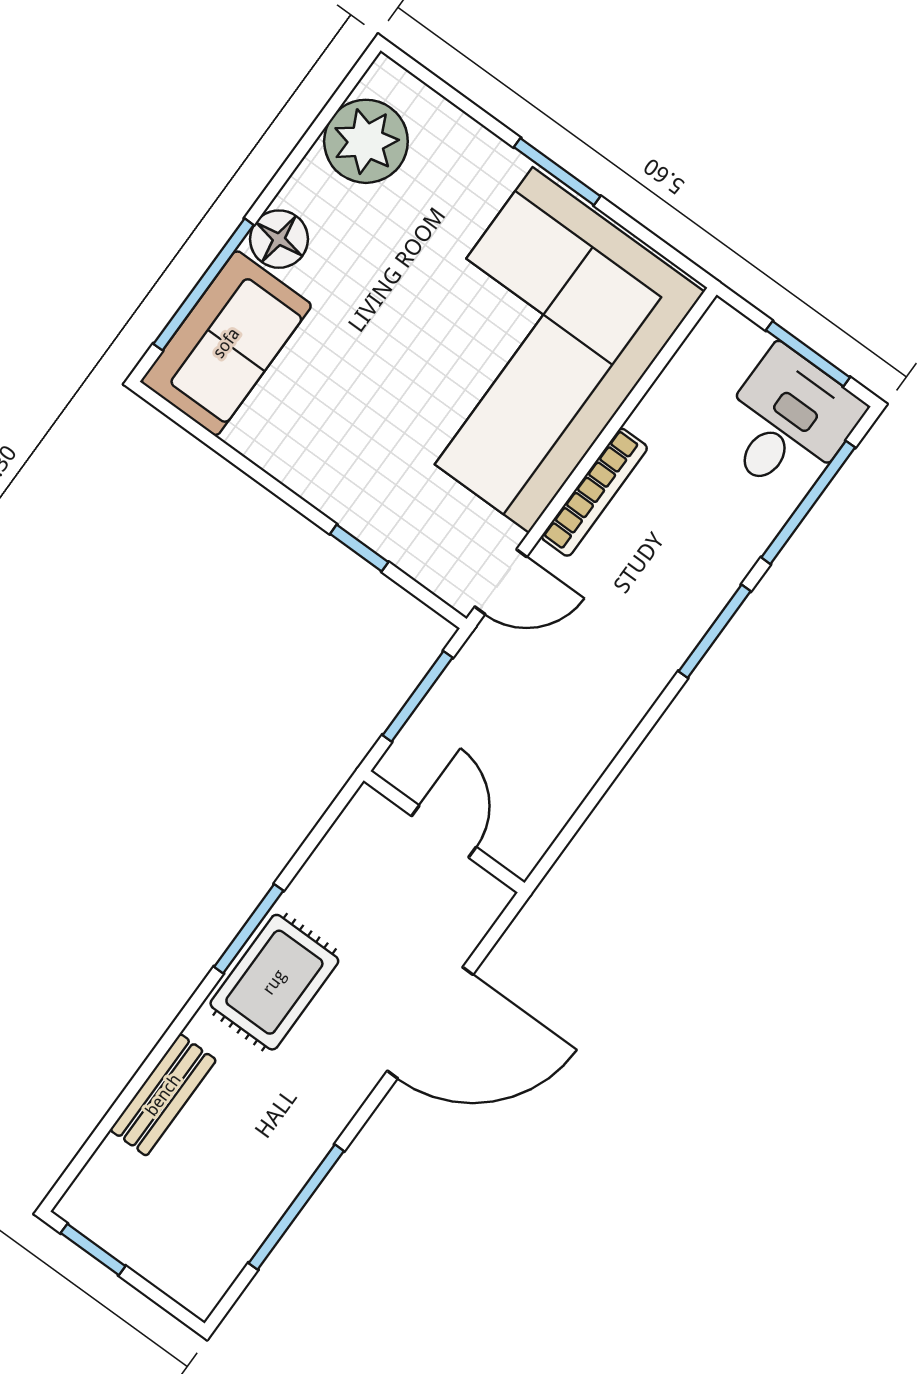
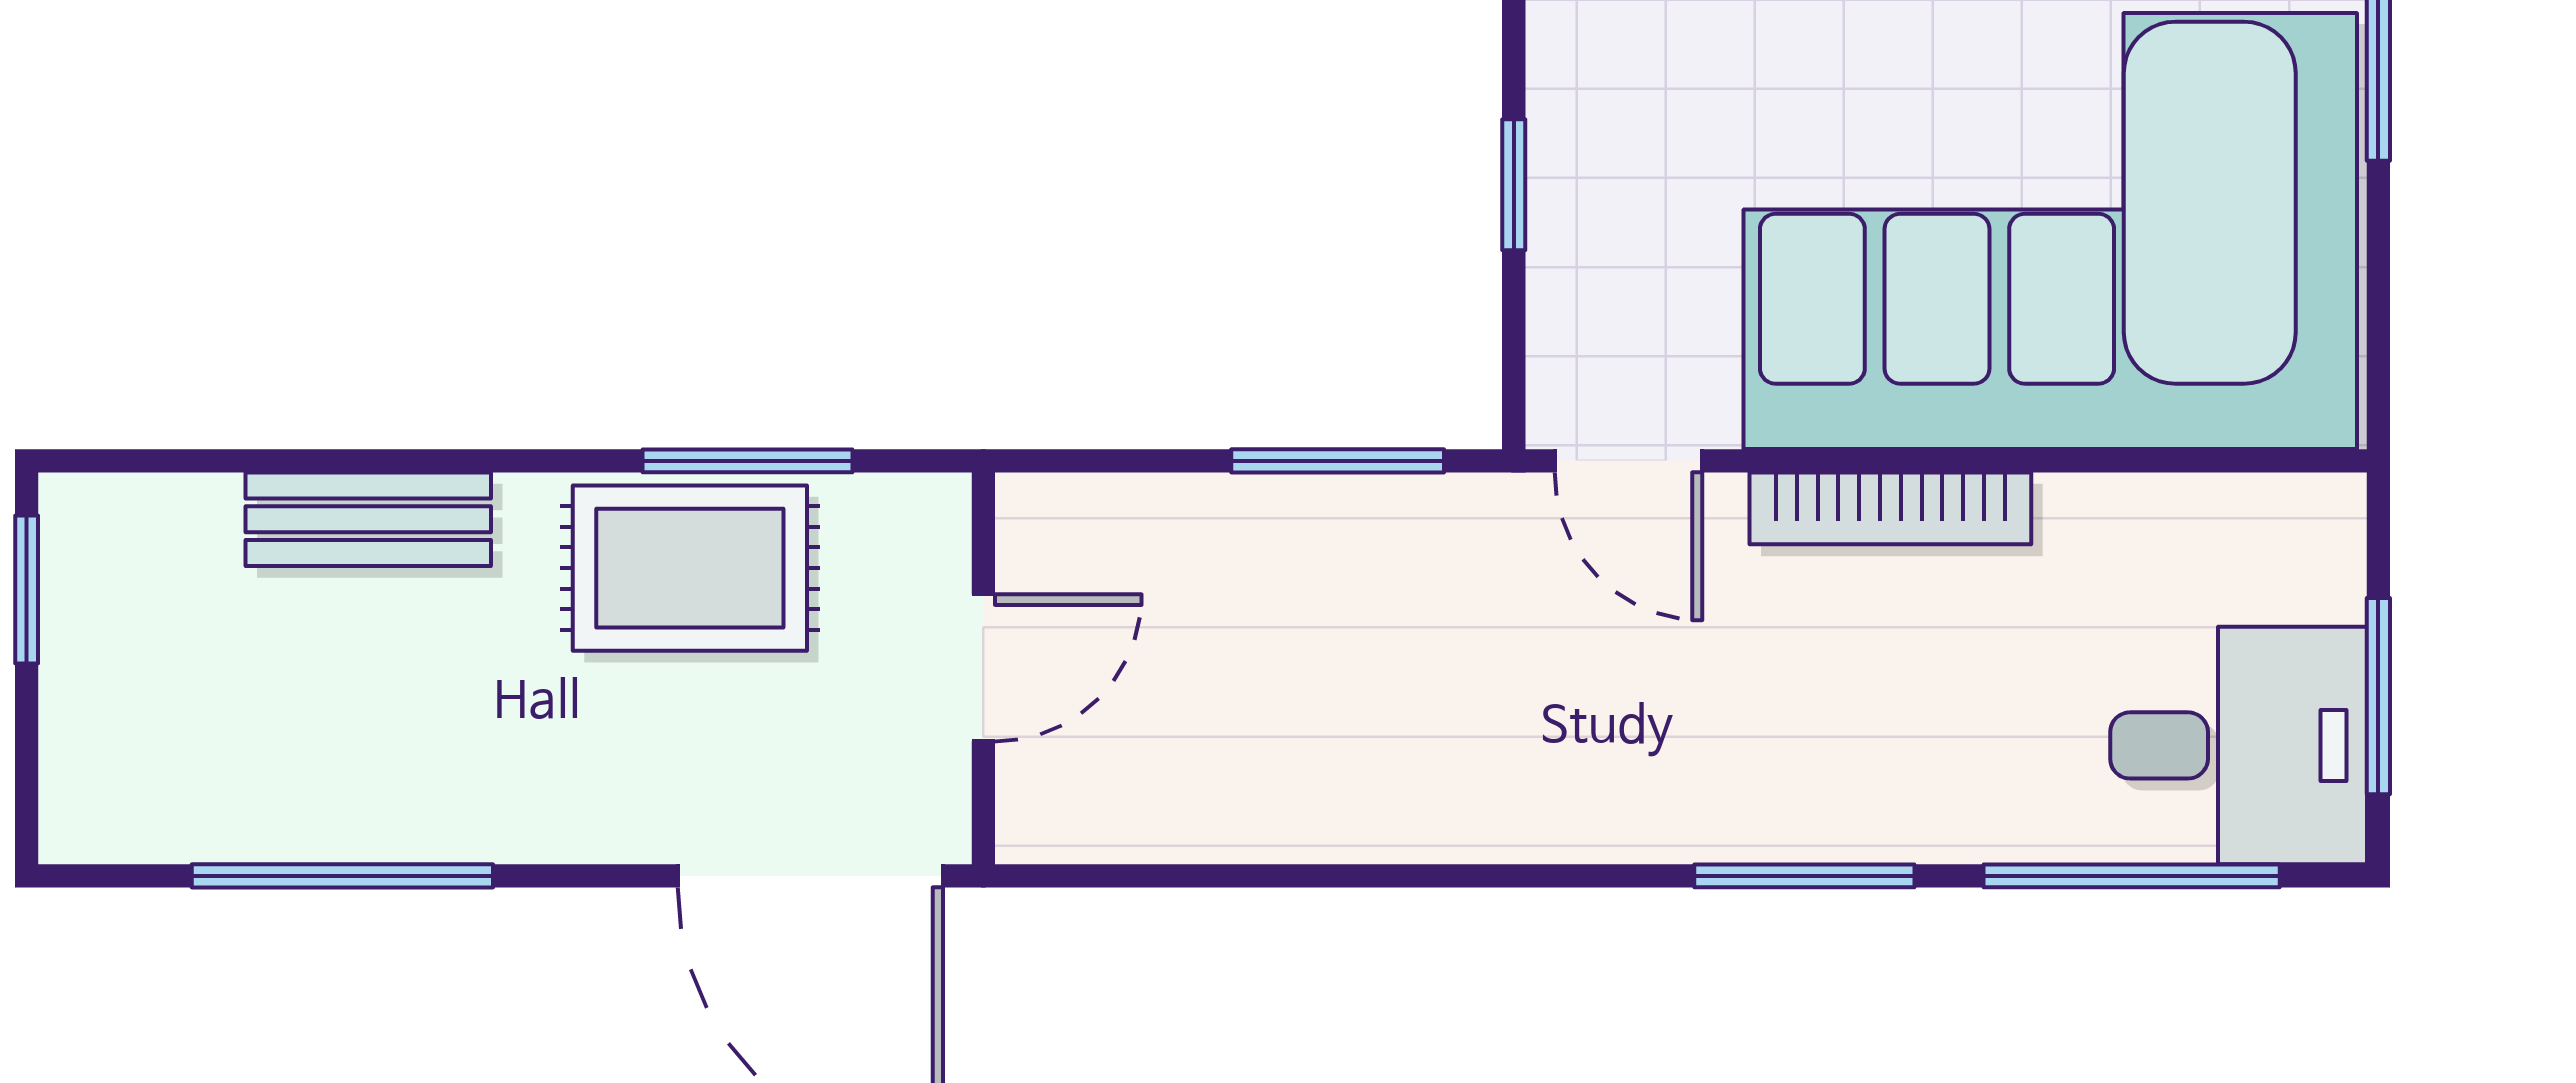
door: (444, 832) -> (983, 668), moved
wall: (444, 832) -> (983, 668), moved

